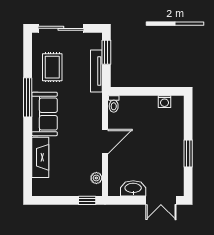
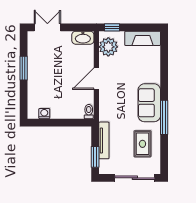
fireplace: (40, 157) -> (143, 38), moved, turned -90
plant: (96, 178) -> (108, 47), width x1.87, depth x1.87
washbasin: (133, 188) -> (83, 38), moved

